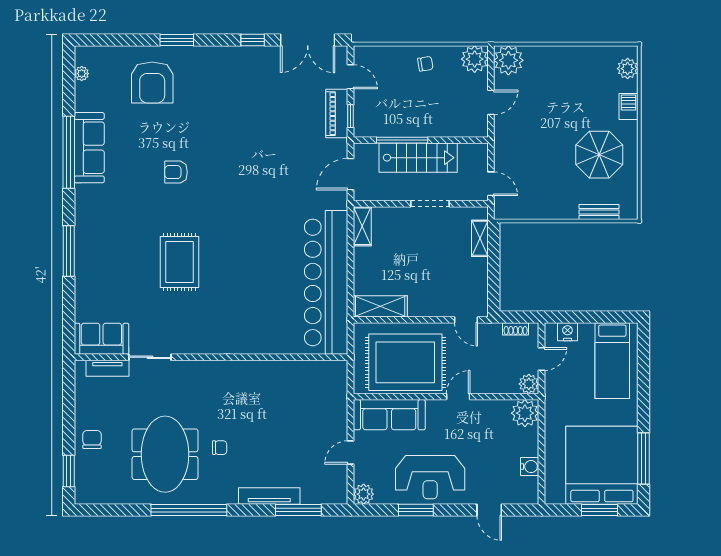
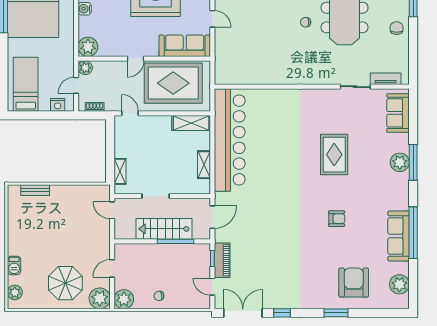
plant: (82, 74) -> (399, 284), width x1.88, depth x1.88
parasol: (599, 155) -> (65, 283), moved
shelving: (362, 226) -> (204, 165), moved
plant: (87, 251) -> (400, 162), added
sofa: (101, 339) -> (398, 113), moved, turned 90
chair: (92, 439) -> (397, 28), turned 180
door: (350, 452) -> (212, 19), hinge flipped

